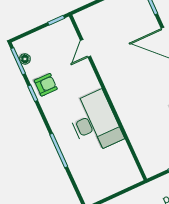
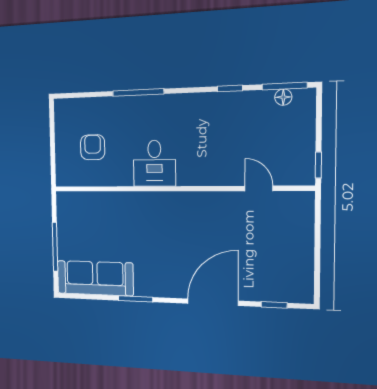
armchair: (46, 85) -> (93, 147), moved, turned 180
desk: (95, 122) -> (154, 163), width x0.53, depth x0.77

